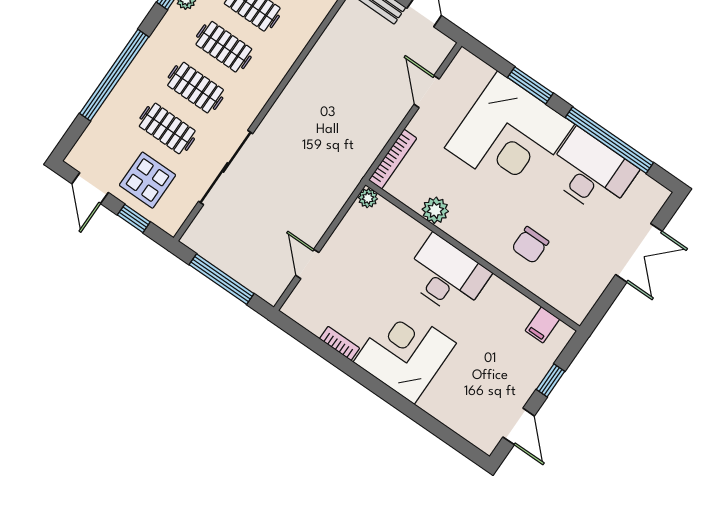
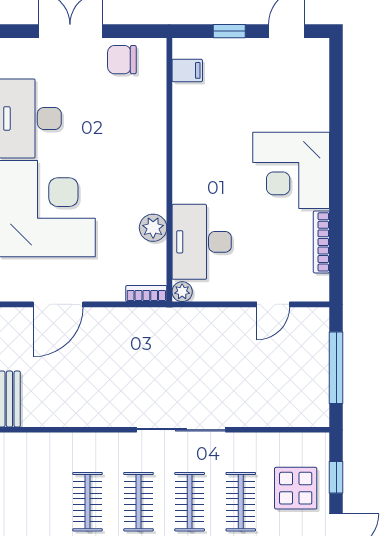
door: (427, 92) -> (58, 304), width x1.38
bookcase: (393, 159) -> (146, 294), width x0.64
sliding door: (226, 167) -> (181, 430), moved
chair: (530, 245) -> (122, 60), moved, turned 180
desk: (447, 276) -> (202, 242), moved
bookcase: (339, 343) -> (321, 242), width x1.56

